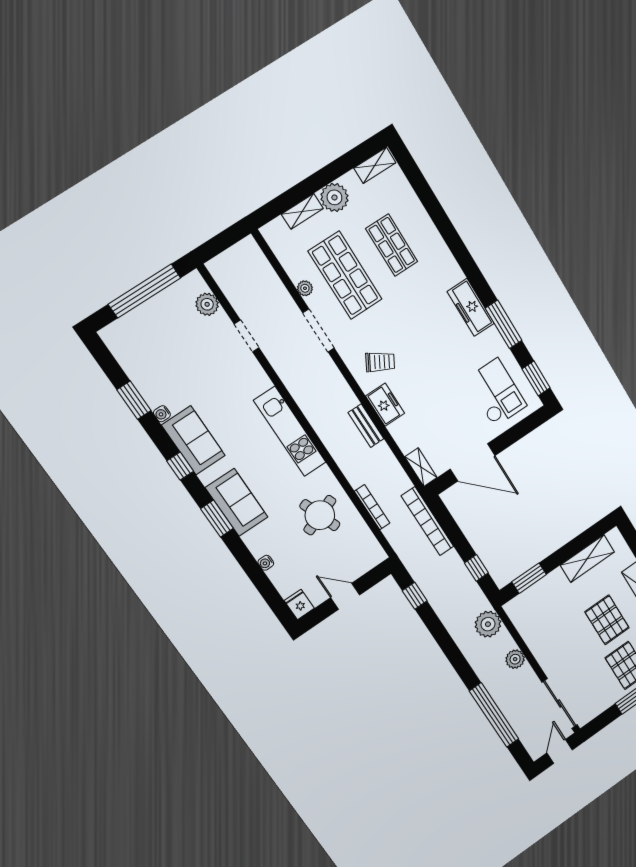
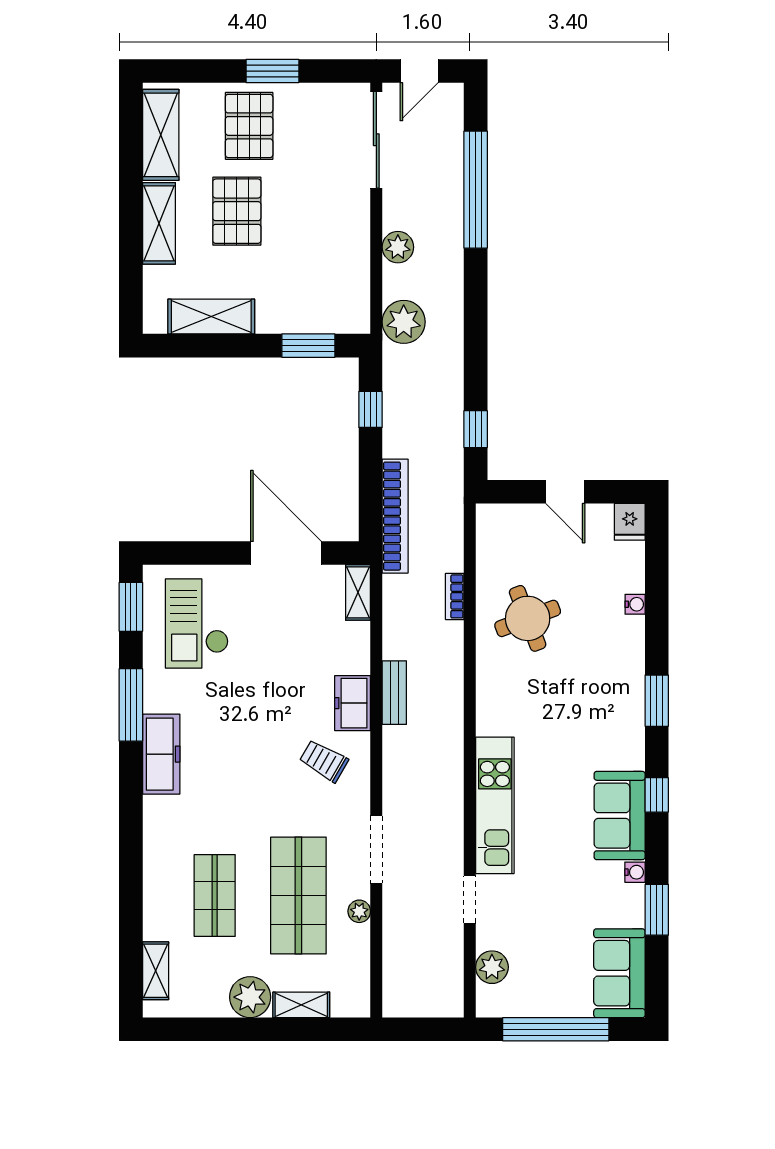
shelving: (375, 165) -> (156, 971), moved, turned 90
kitchen unit: (290, 431) -> (495, 805), moved
sofa: (237, 502) -> (619, 973), moved
bookcase: (372, 507) -> (455, 596), width x0.64

